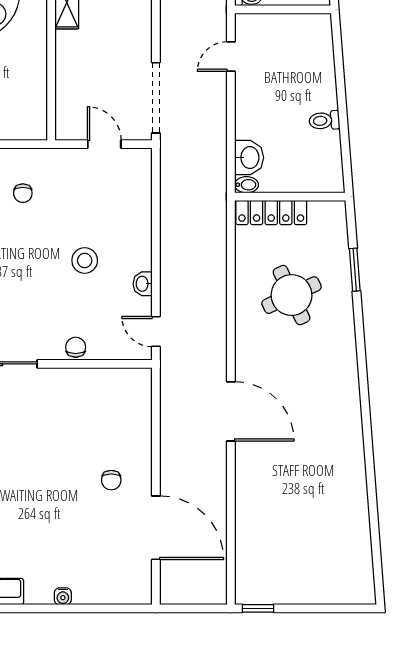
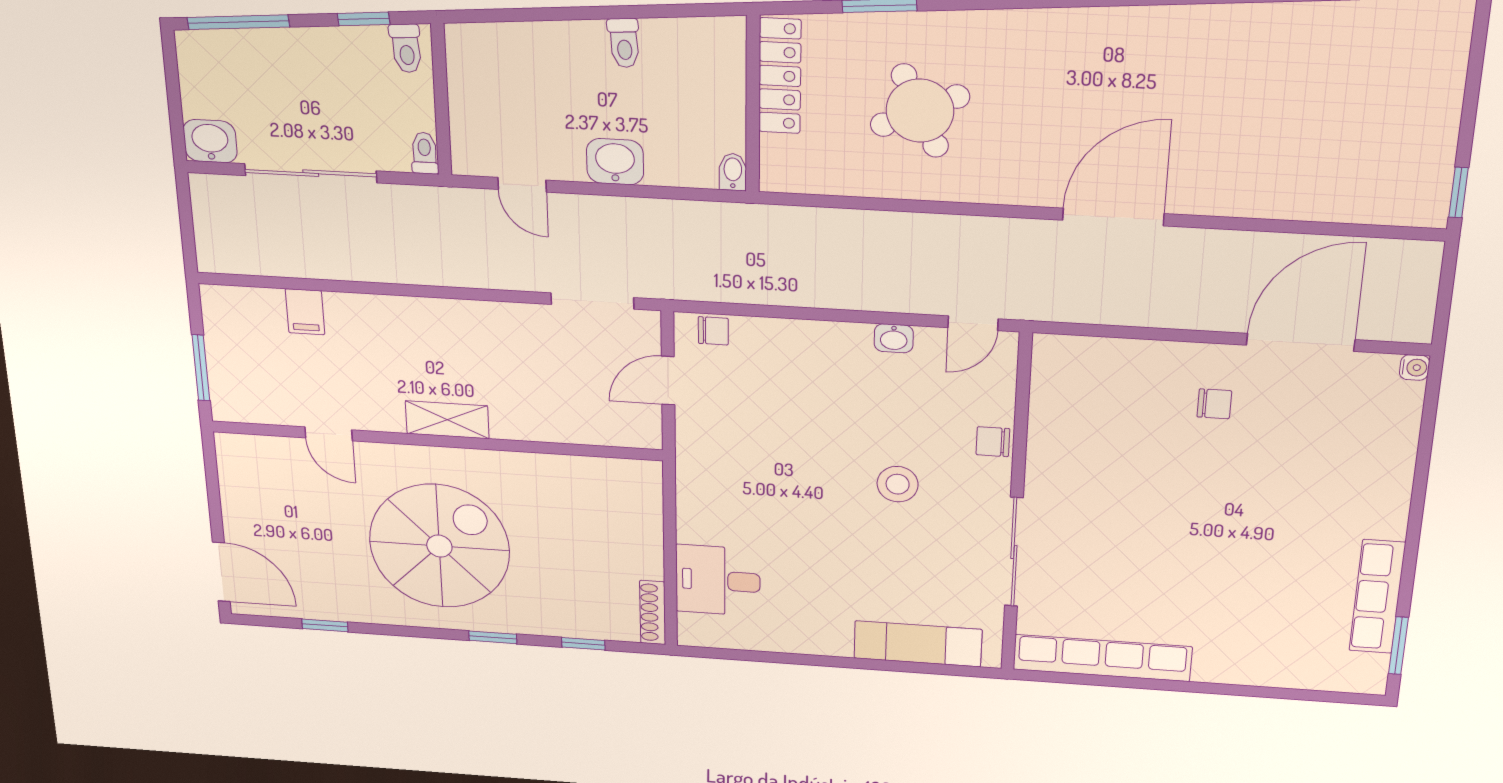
doorway: (156, 98) -> (592, 301), width x0.73
washbasin: (249, 158) -> (615, 162), moved
chair: (23, 193) -> (713, 331), moved
locker: (271, 212) -> (780, 76), moved
stool: (85, 260) -> (898, 484), moved
water cooler: (63, 596) -> (1414, 367), moved

